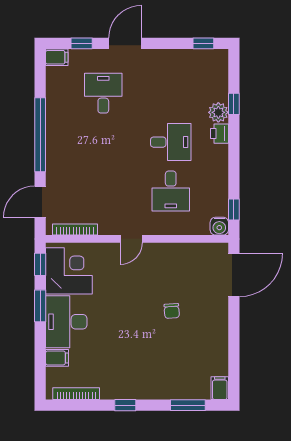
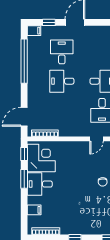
window: (40, 135) -> (24, 61), moved
desk: (103, 142) -> (62, 81), added
door: (131, 239) -> (96, 139), moved
desk: (66, 322) -> (40, 184), width x0.73

